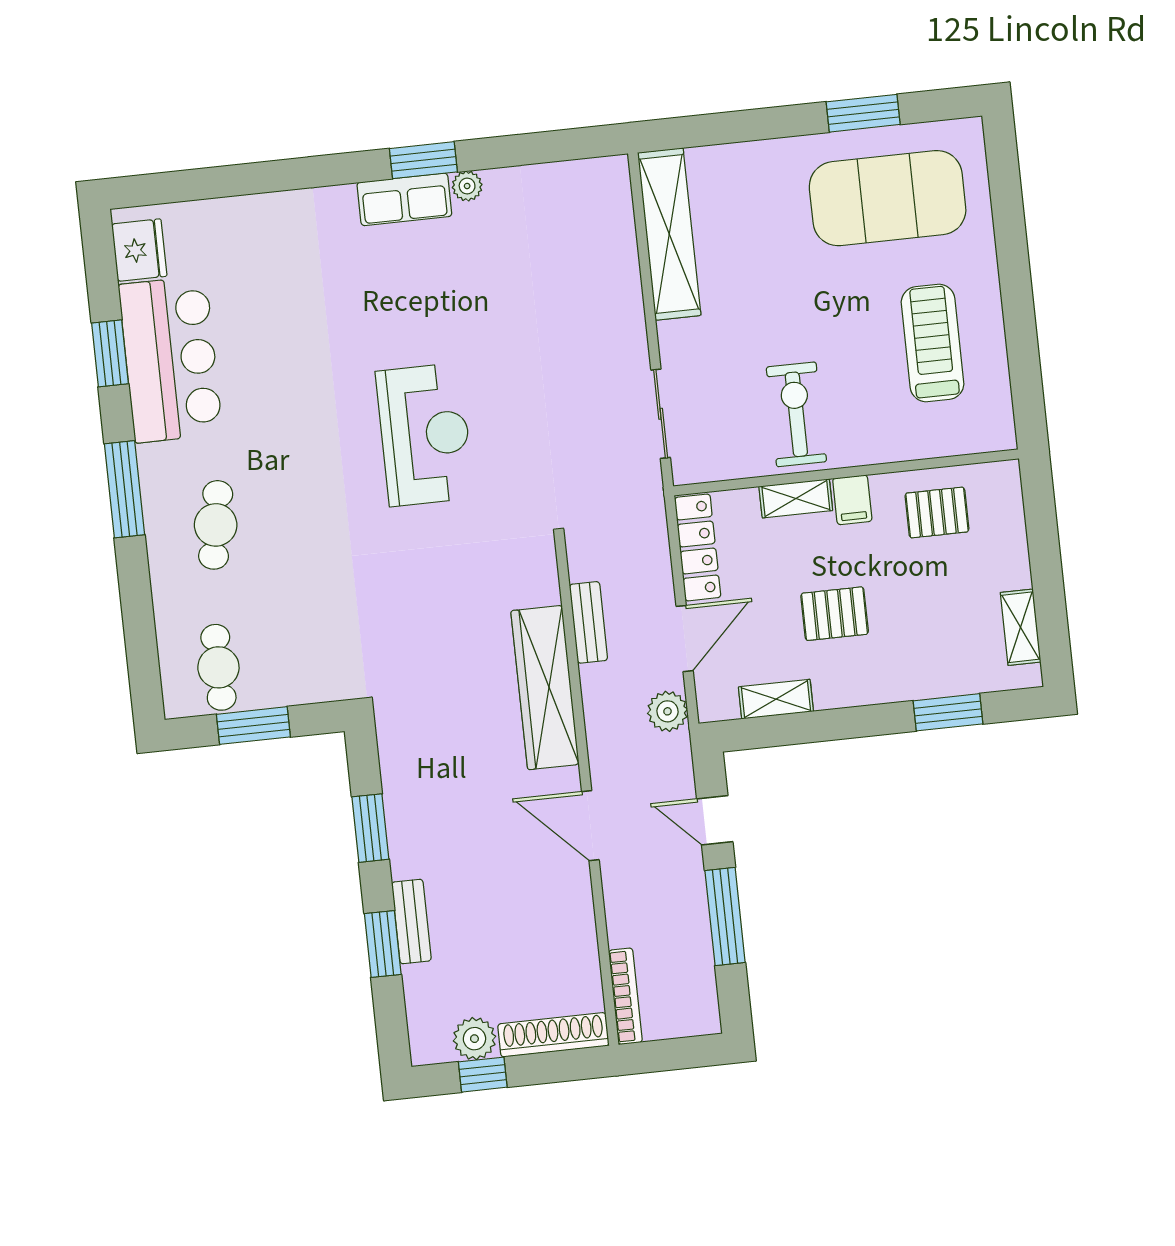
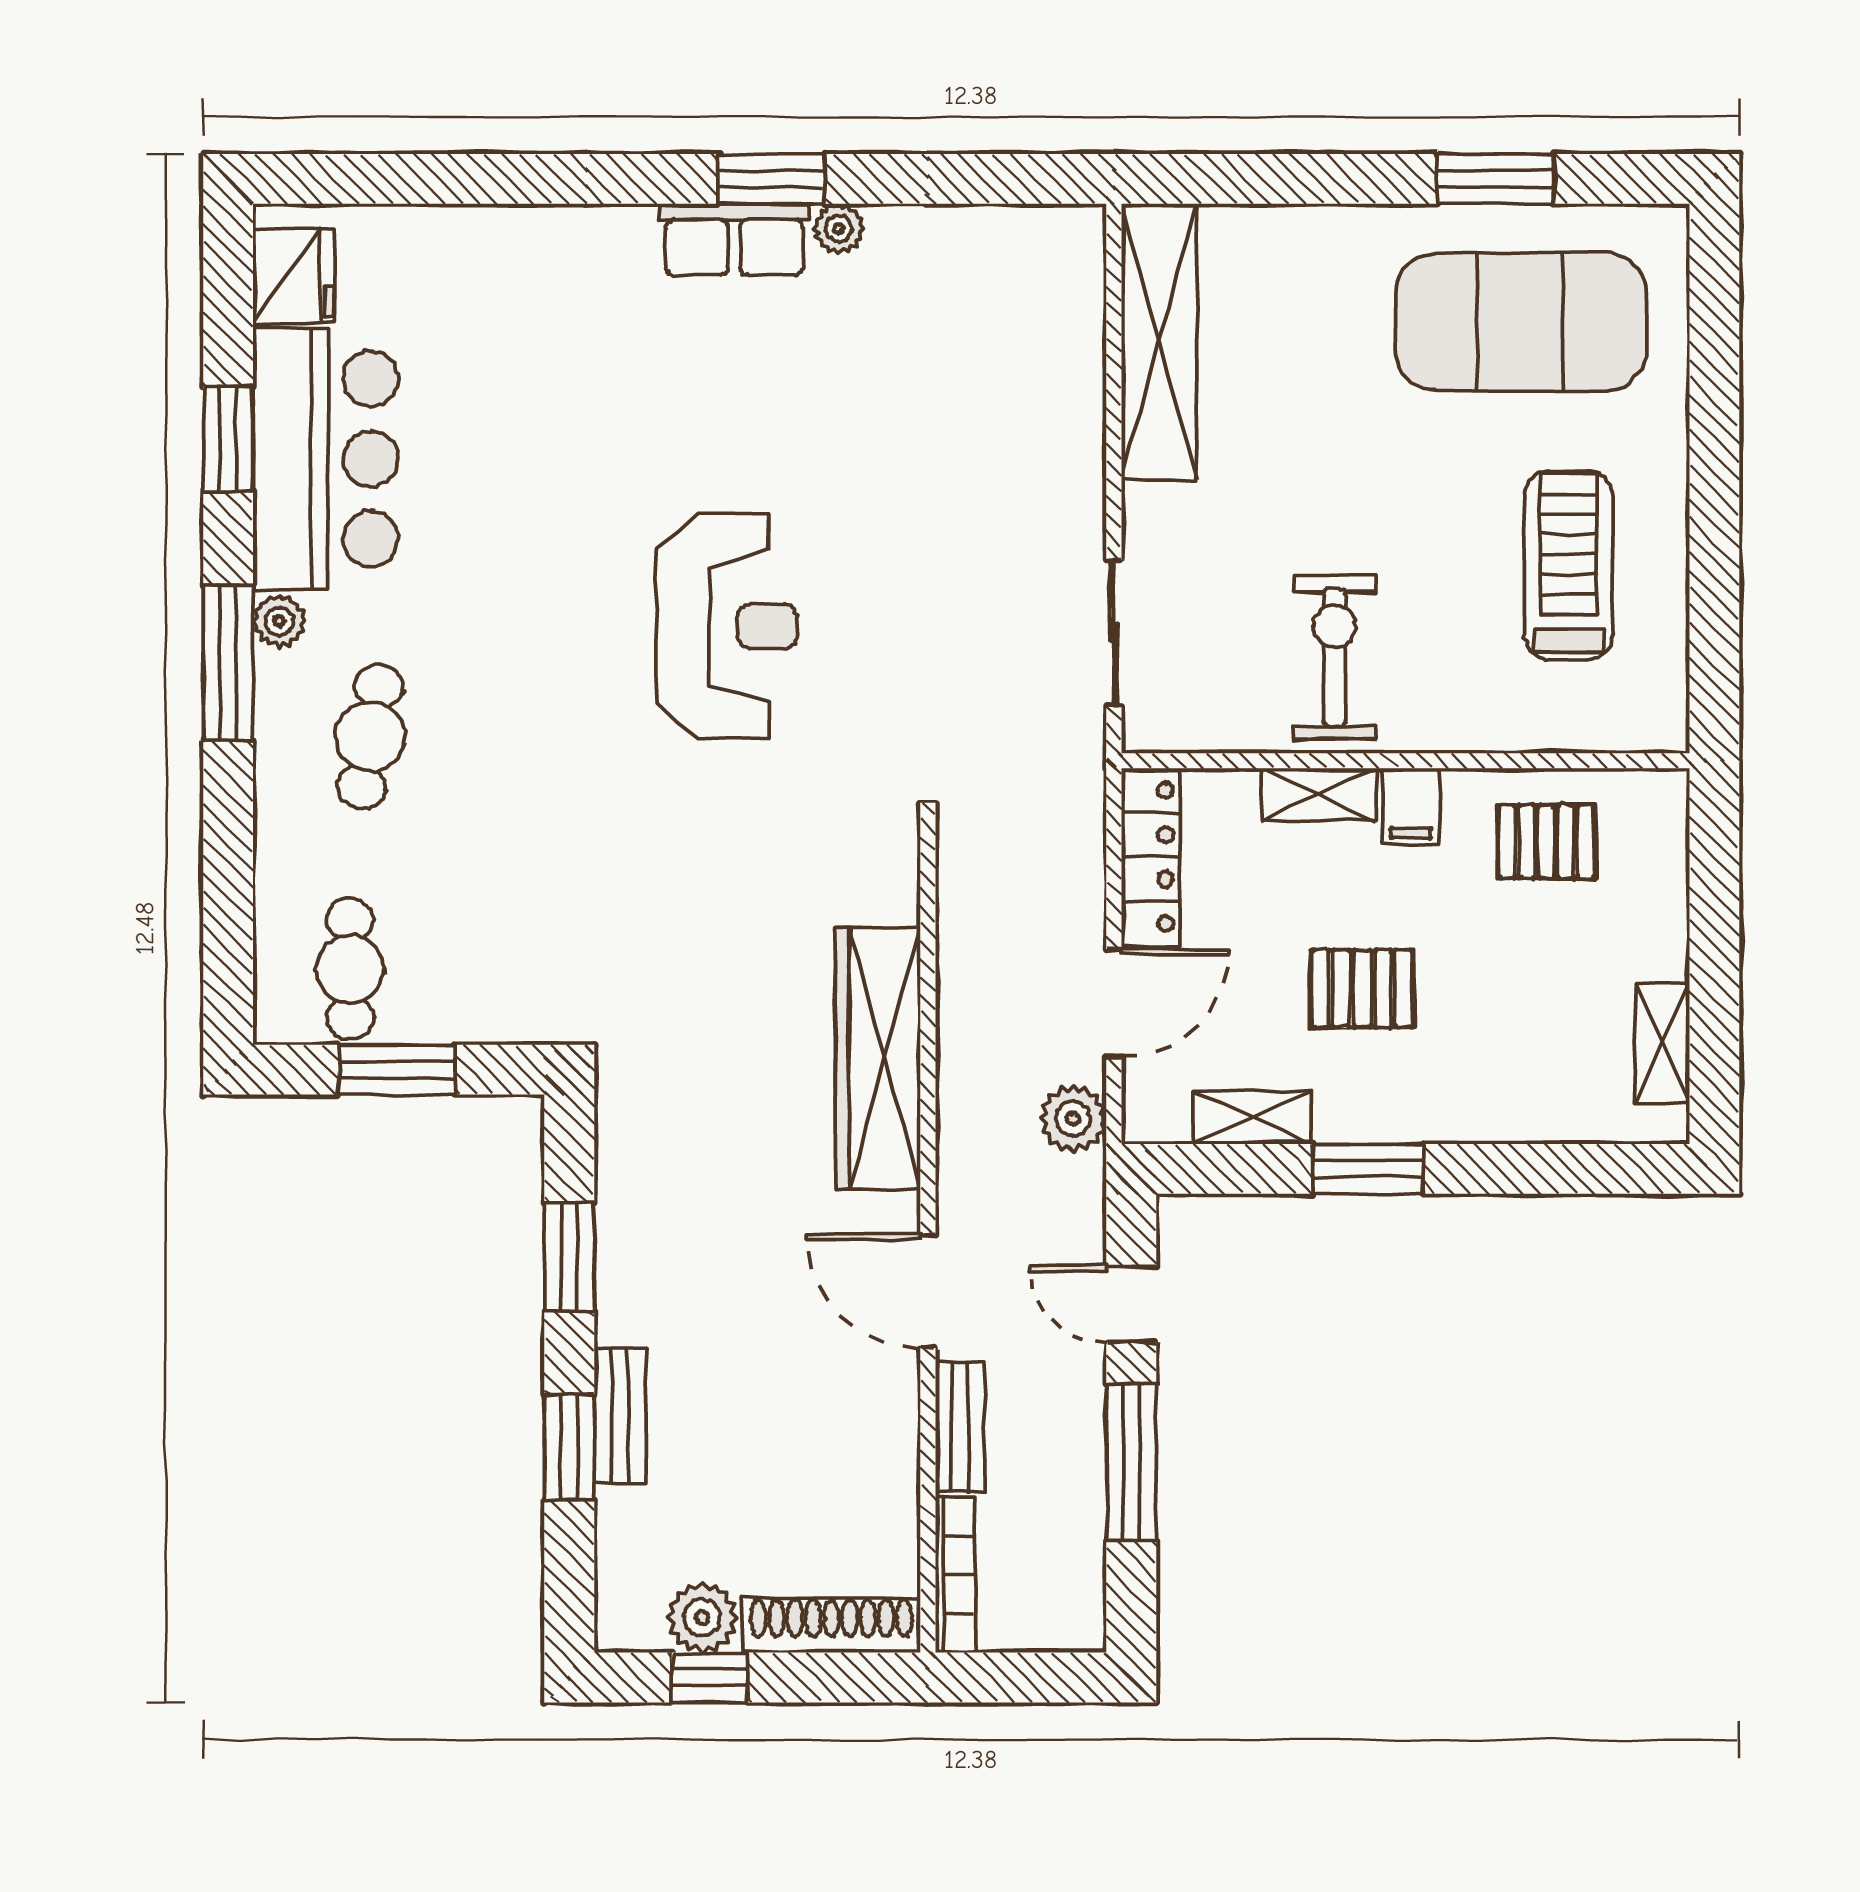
plant: (153, 461) -> (279, 621), added
bench: (588, 622) -> (960, 1427), moved
window: (948, 712) -> (1368, 1169), moved

